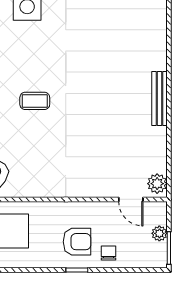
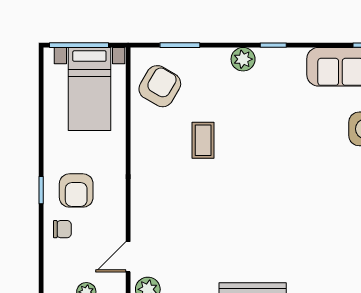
coffee table: (35, 101) -> (203, 140), moved

